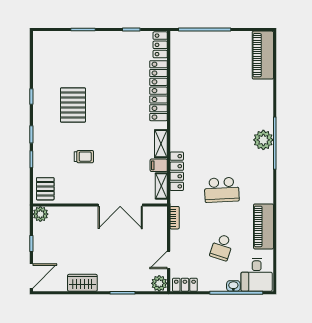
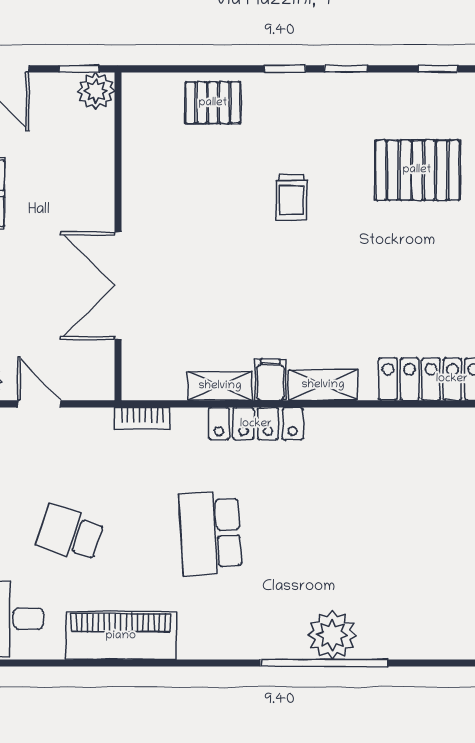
wall: (100, 205) -> (118, 236), moved
double door: (120, 205) -> (118, 286), moved
plant: (40, 214) -> (96, 91), moved

